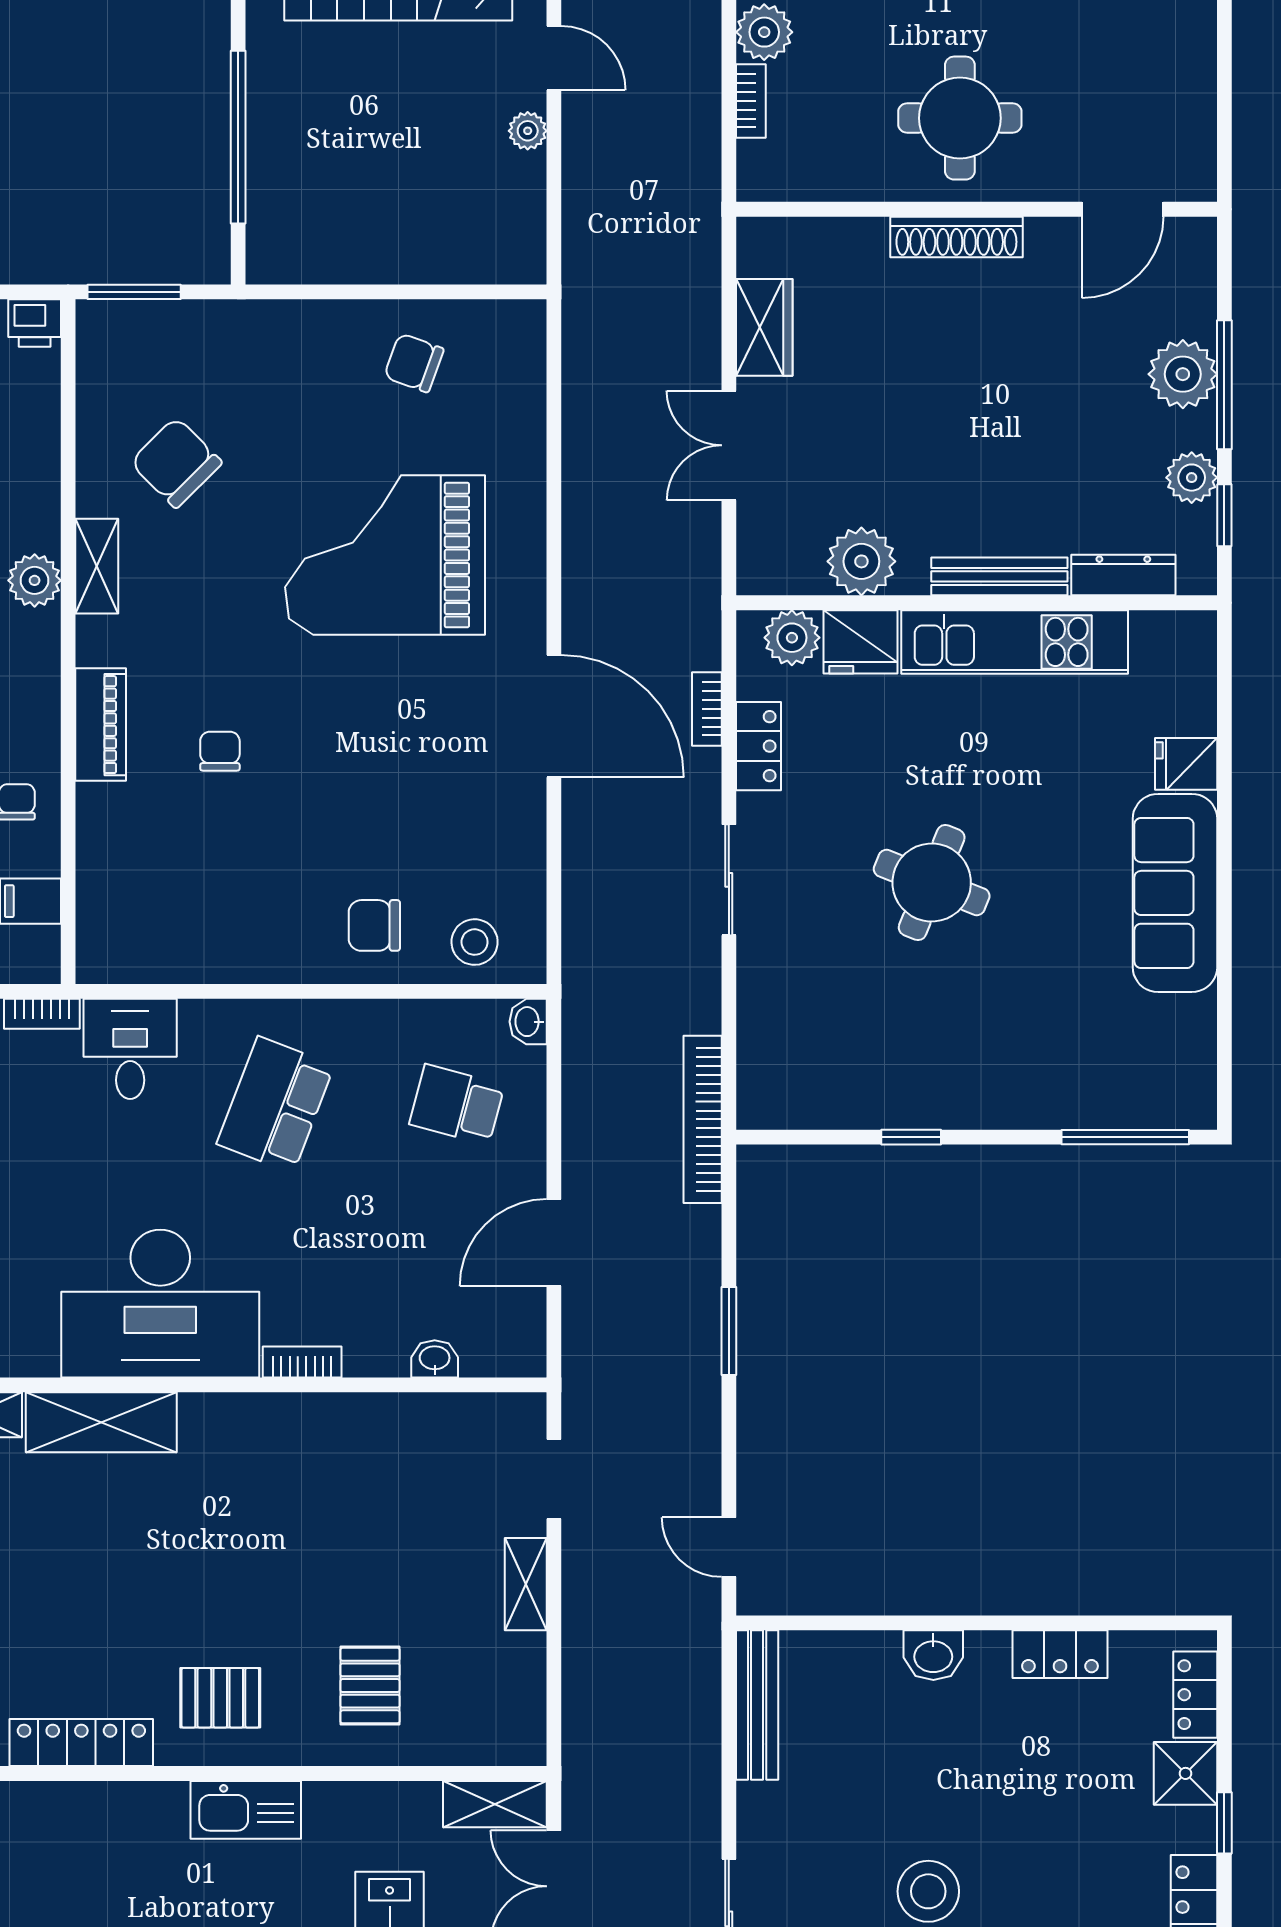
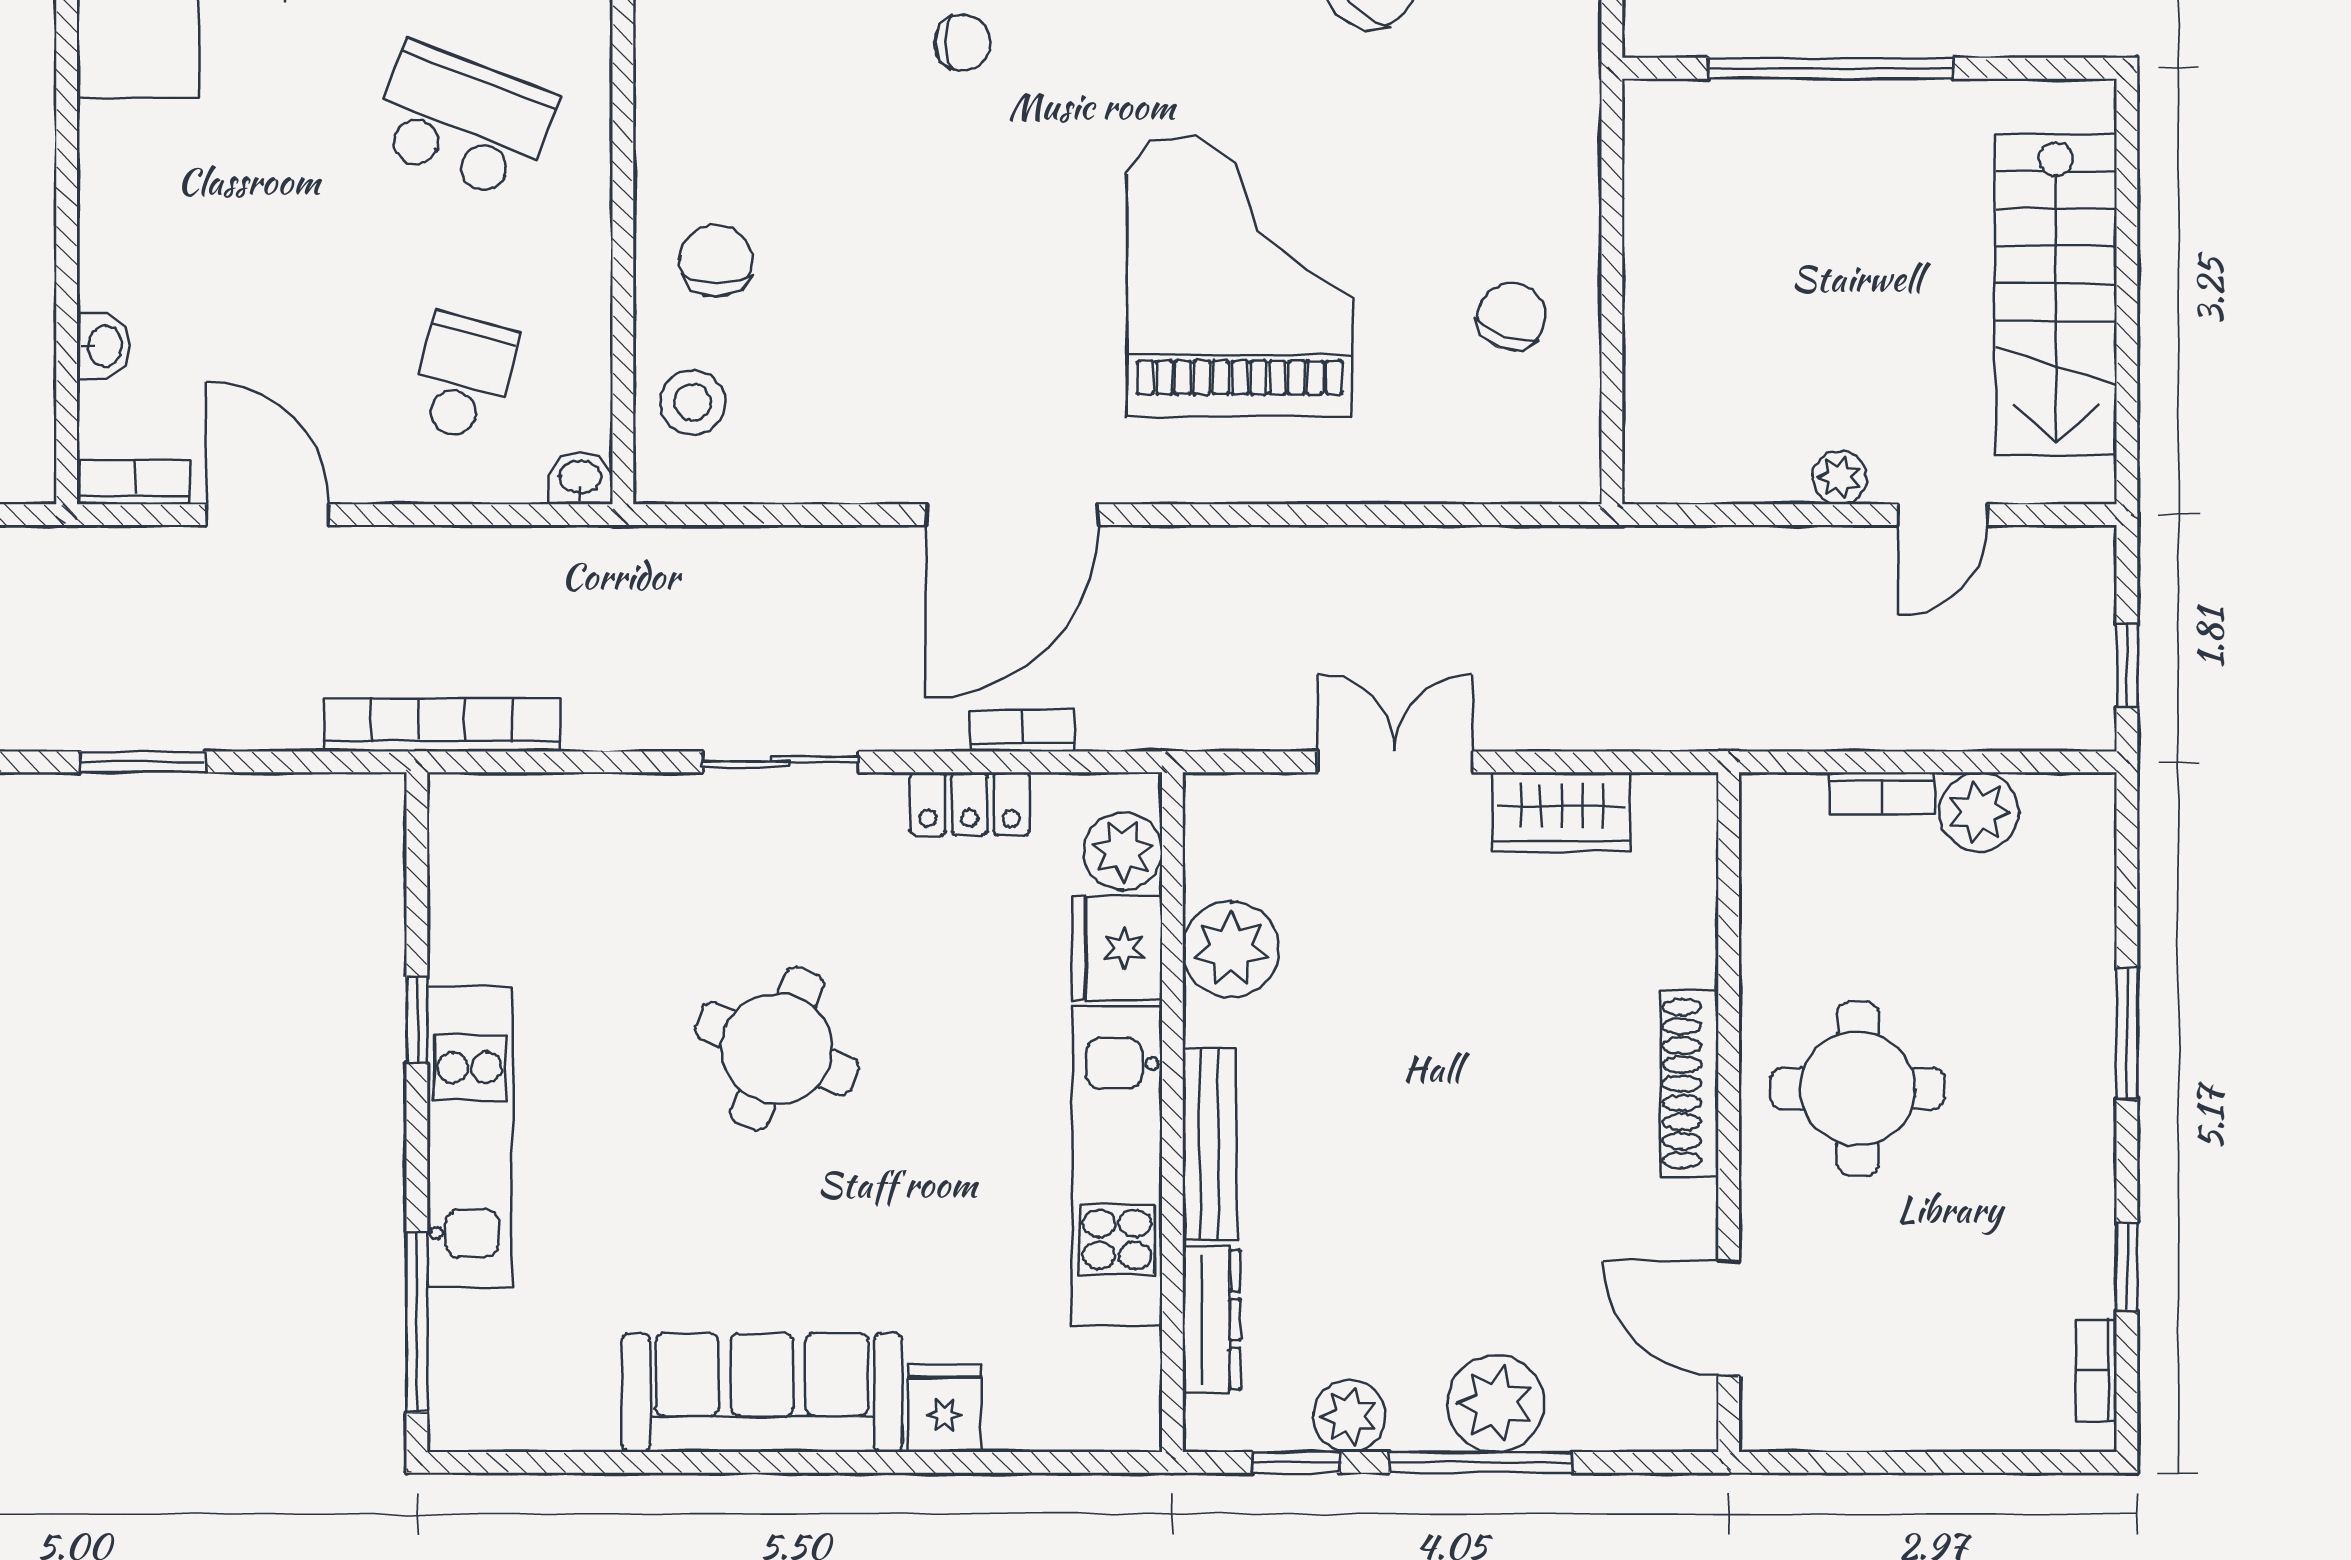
kitchen unit: (994, 1100) -> (470, 1137), added
bookcase: (302, 1362) -> (135, 482), moved, turned -90

